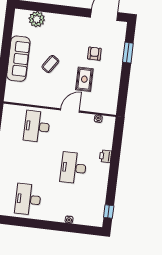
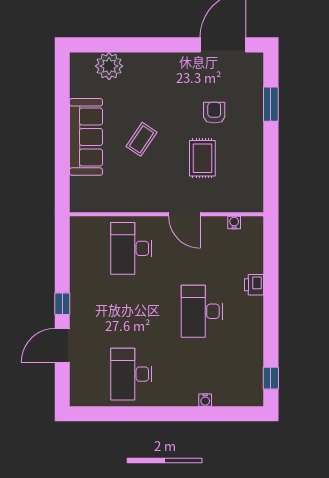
door: (70, 110) -> (184, 214), swing flipped

